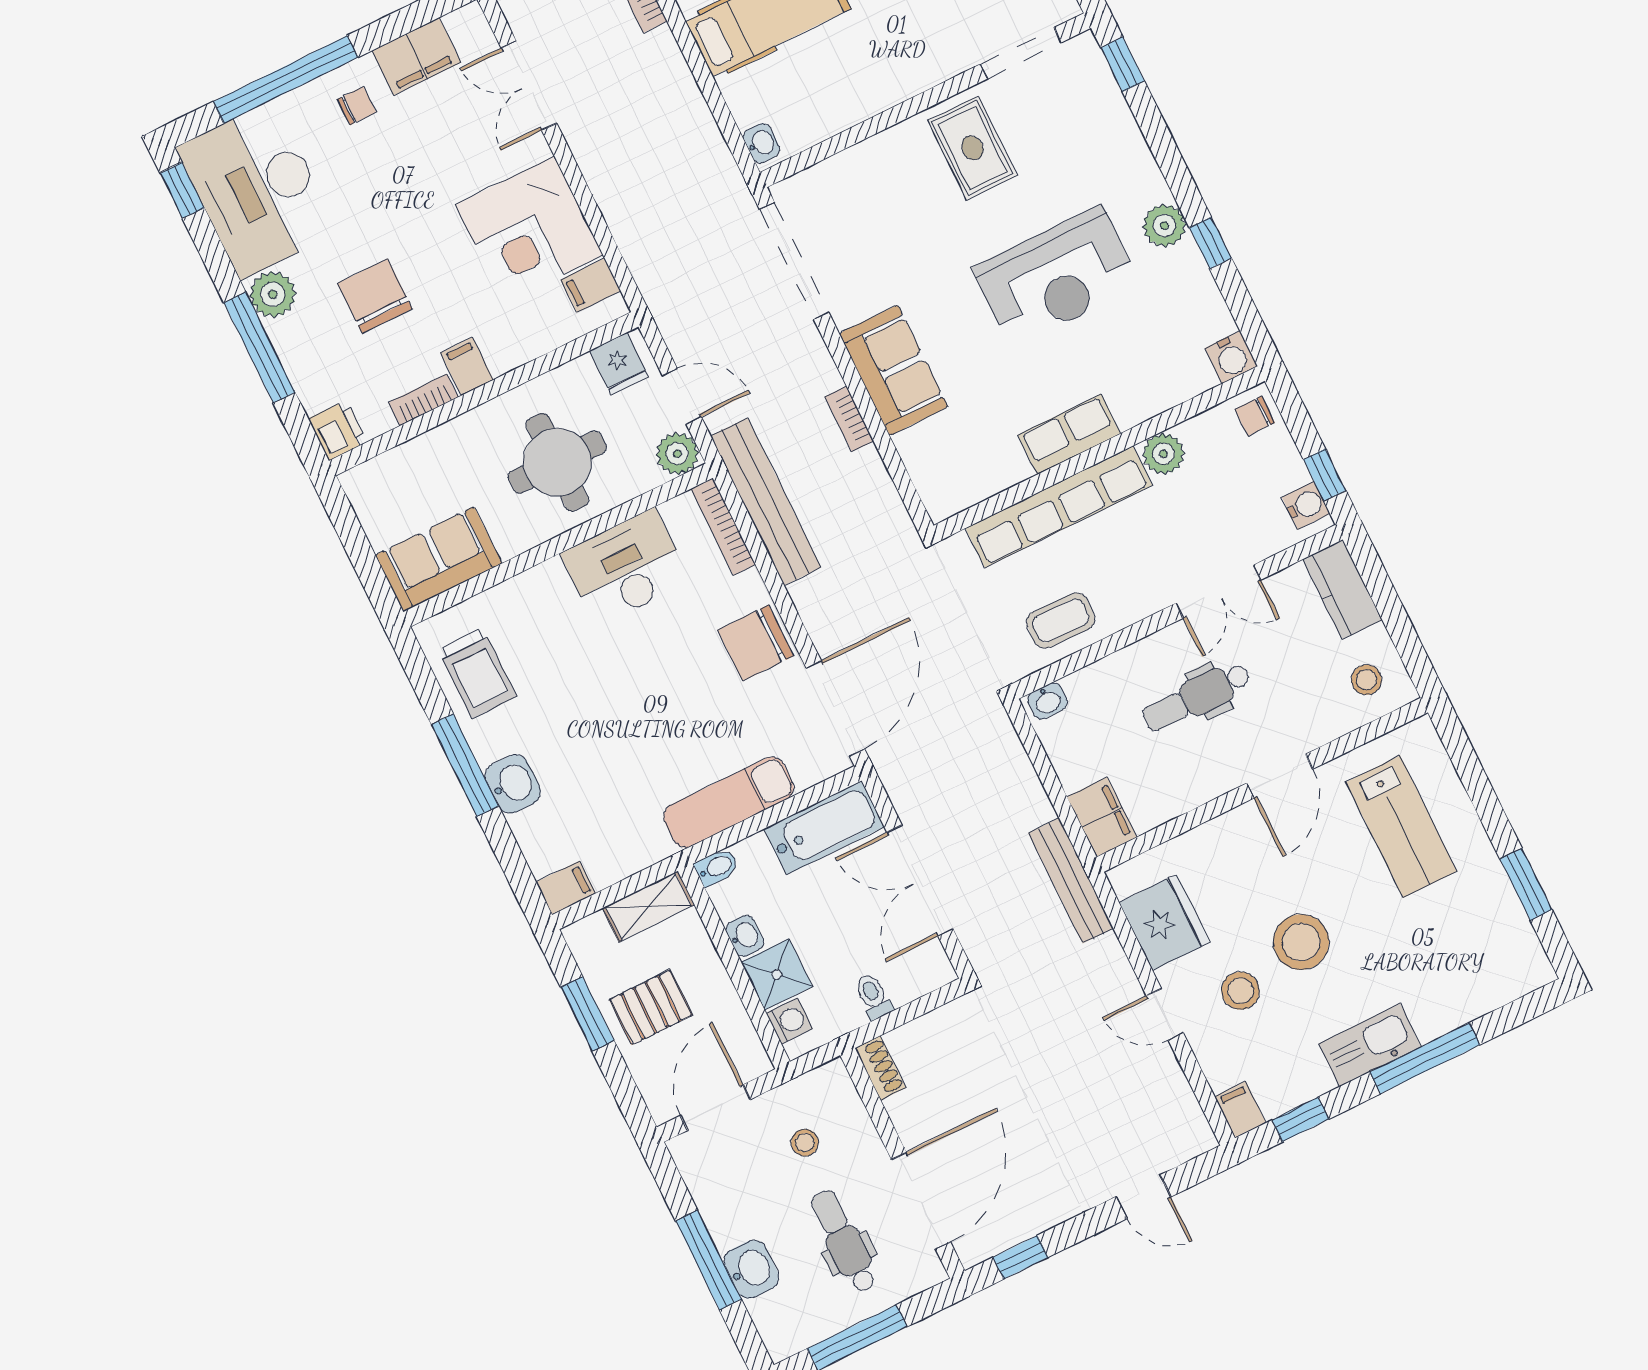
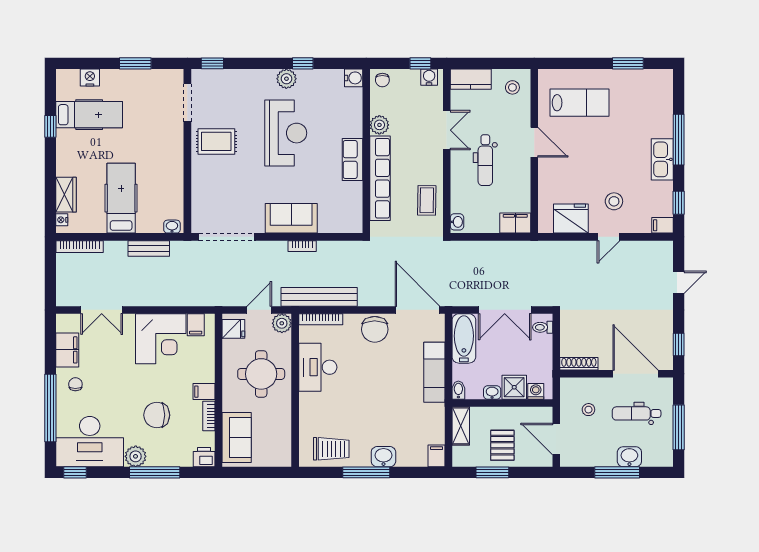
sofa: (439, 559) -> (237, 437), moved, turned 180
bench: (1071, 881) -> (149, 248), moved, width x0.73
stool: (1301, 942) -> (606, 167), removed
toilet: (873, 996) -> (543, 327), moved
shoe rack: (880, 1068) -> (579, 364), width x1.43

